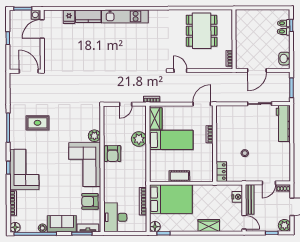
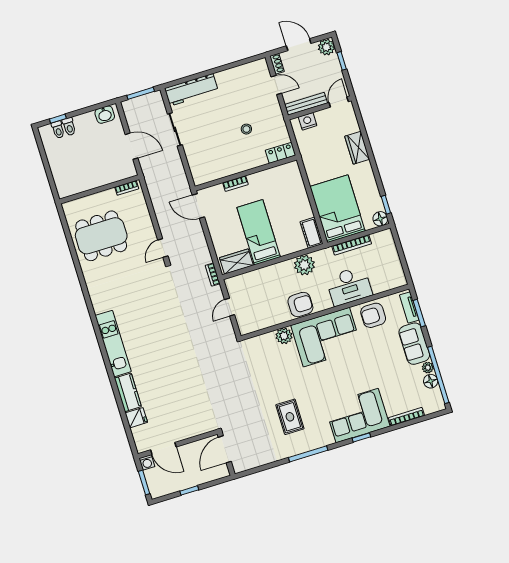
door: (126, 104) -> (230, 307), swing flipped
plant: (139, 139) -> (304, 265), moved
cot: (179, 176) -> (311, 233), moved
armchair: (90, 201) -> (373, 315), turned 90
desk: (115, 217) -> (349, 286), moved
floor lamp: (15, 227) -> (431, 381), moved

